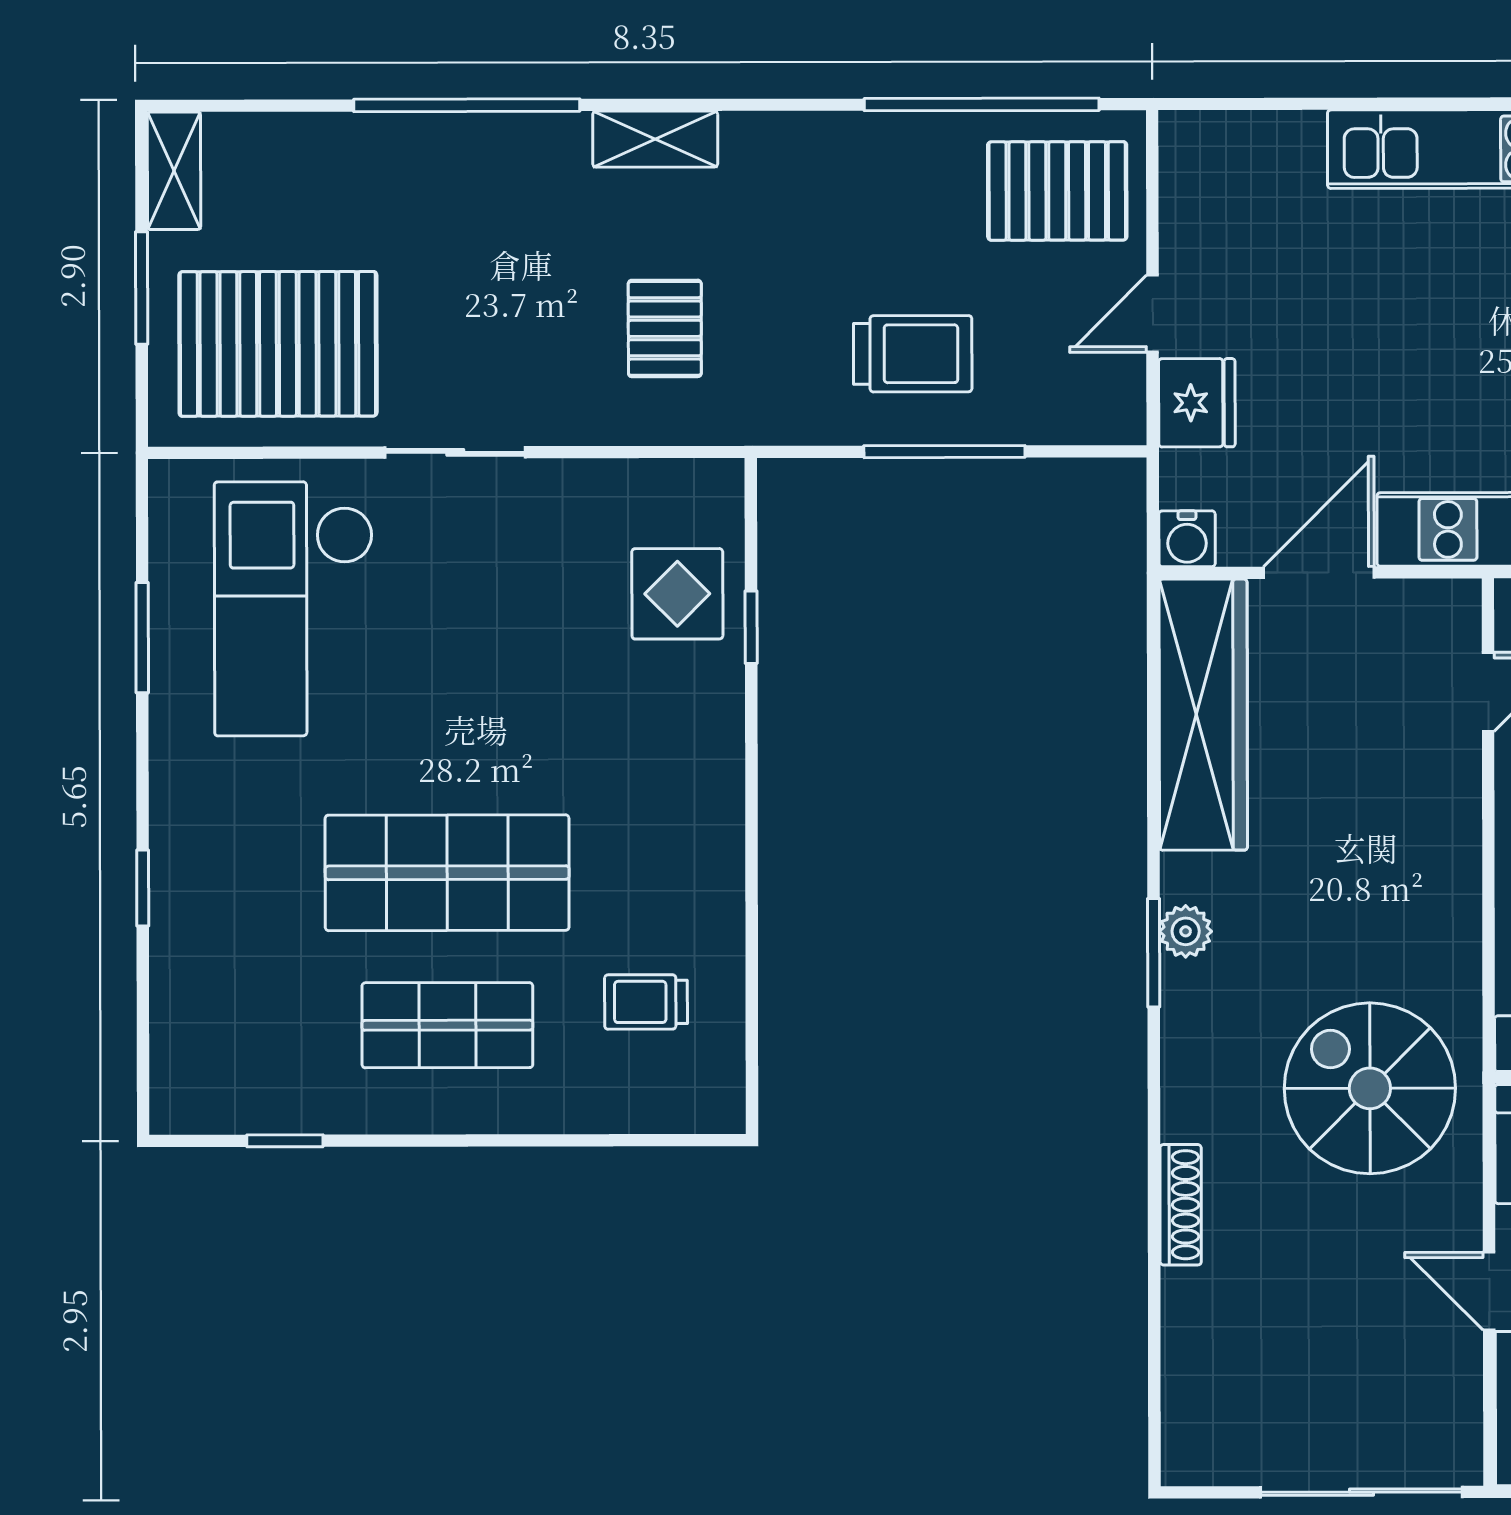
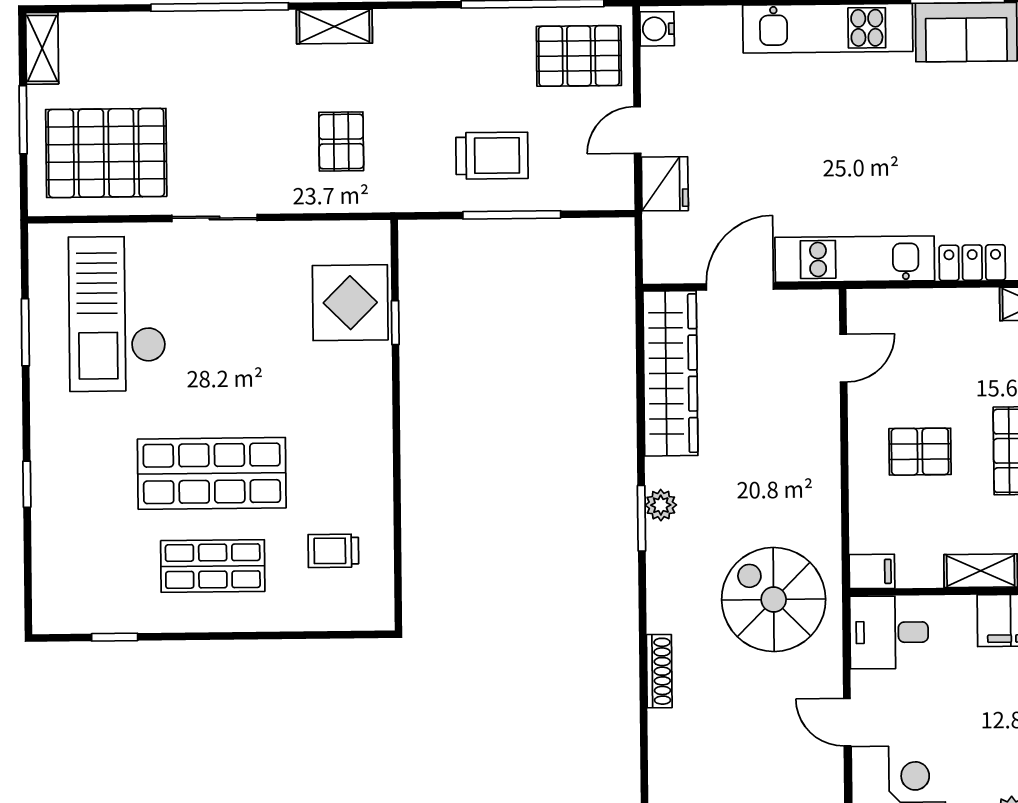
water cooler: (1187, 539) -> (657, 29), moved, turned 90
display table: (677, 594) -> (350, 303), width x1.36, depth x1.36

